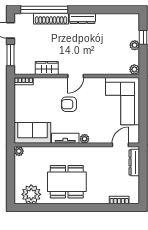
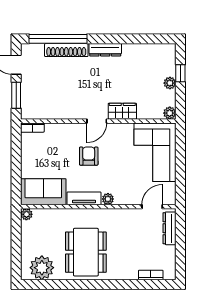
wardrobe: (47, 68) -> (122, 111), moved
armchair: (69, 104) -> (89, 156), turned 90
dining table: (67, 182) -> (86, 252), turned 90

